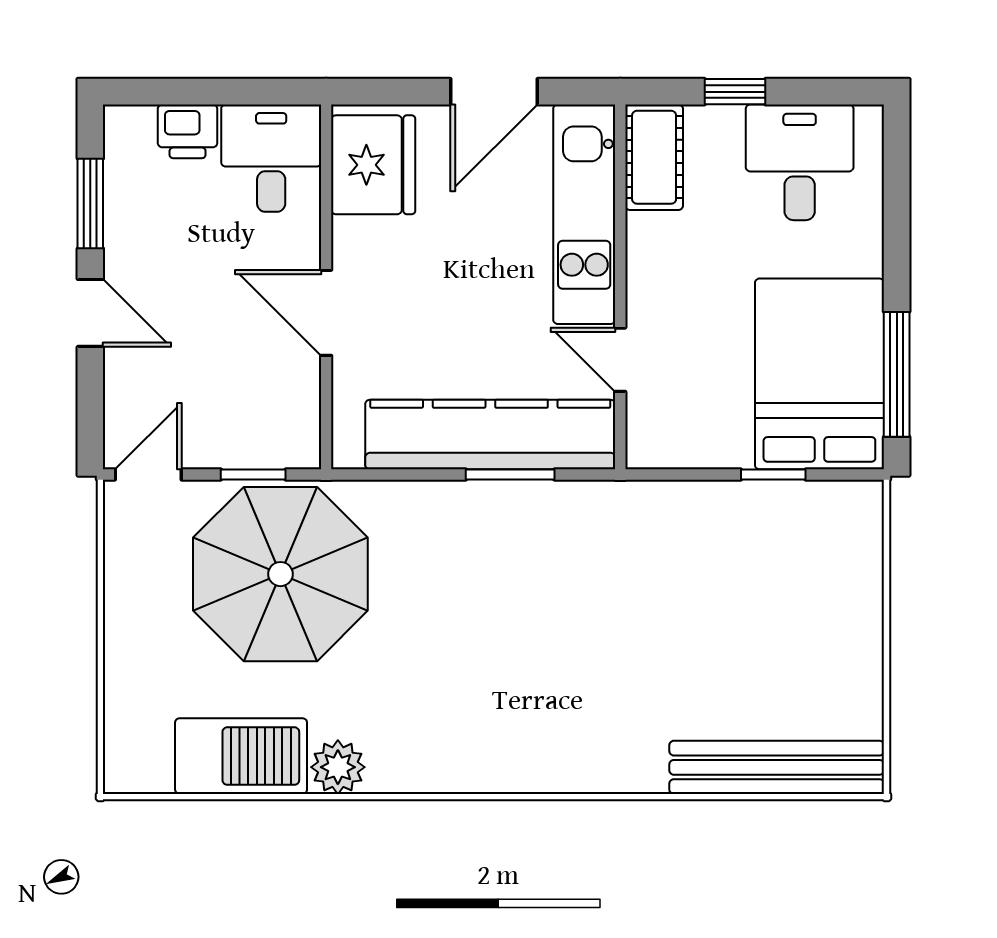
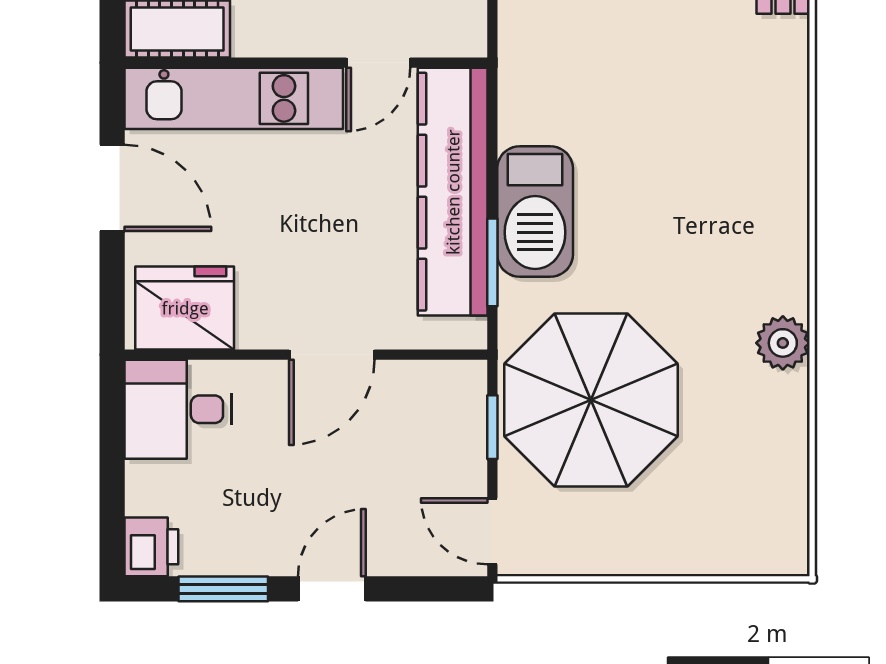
printer: (188, 131) -> (151, 547), moved
window: (510, 475) -> (492, 262), moved
barbecue: (241, 756) -> (535, 211), moved, turned 180

